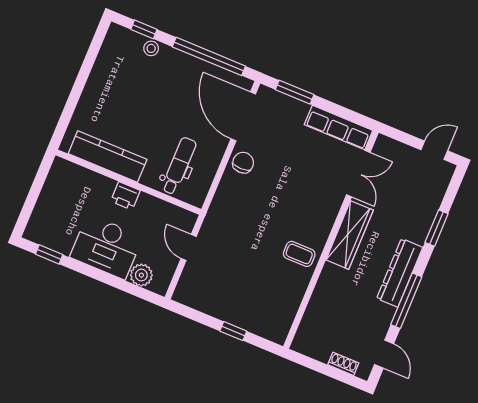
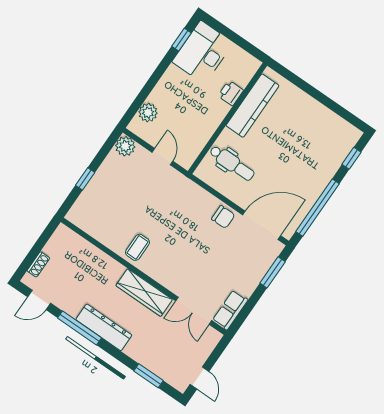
stool: (151, 48) -> (334, 161), removed
row of seats: (339, 128) -> (230, 310), width x0.68
printer: (125, 196) -> (231, 93), moved
window: (437, 228) -> (149, 376), moved
desk: (106, 247) -> (203, 52), moved
door: (189, 247) -> (162, 157), hinge flipped
plant: (186, 293) -> (125, 146), added

